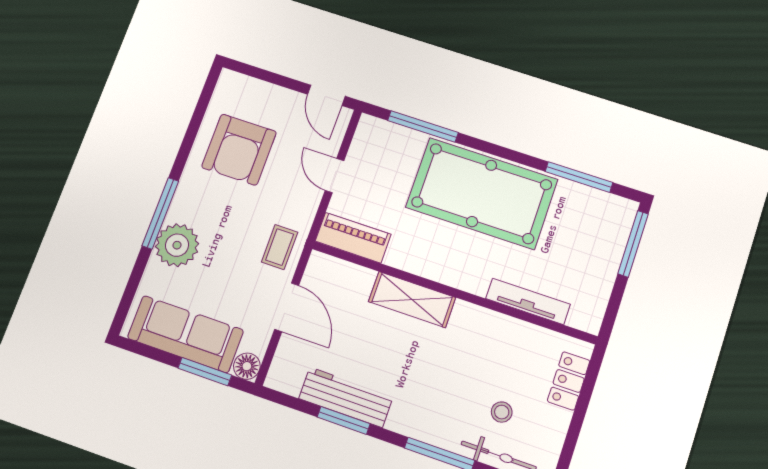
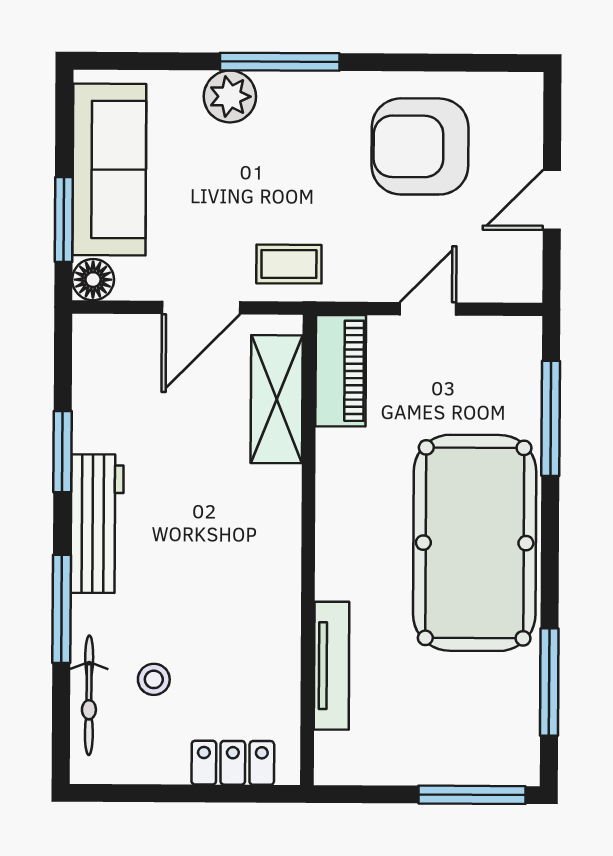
door: (326, 95) -> (552, 200), moved
plant: (177, 245) -> (230, 96), width x0.73, depth x0.73
shelving: (412, 300) -> (277, 399), moved
workbench: (346, 397) -> (97, 524), moved

